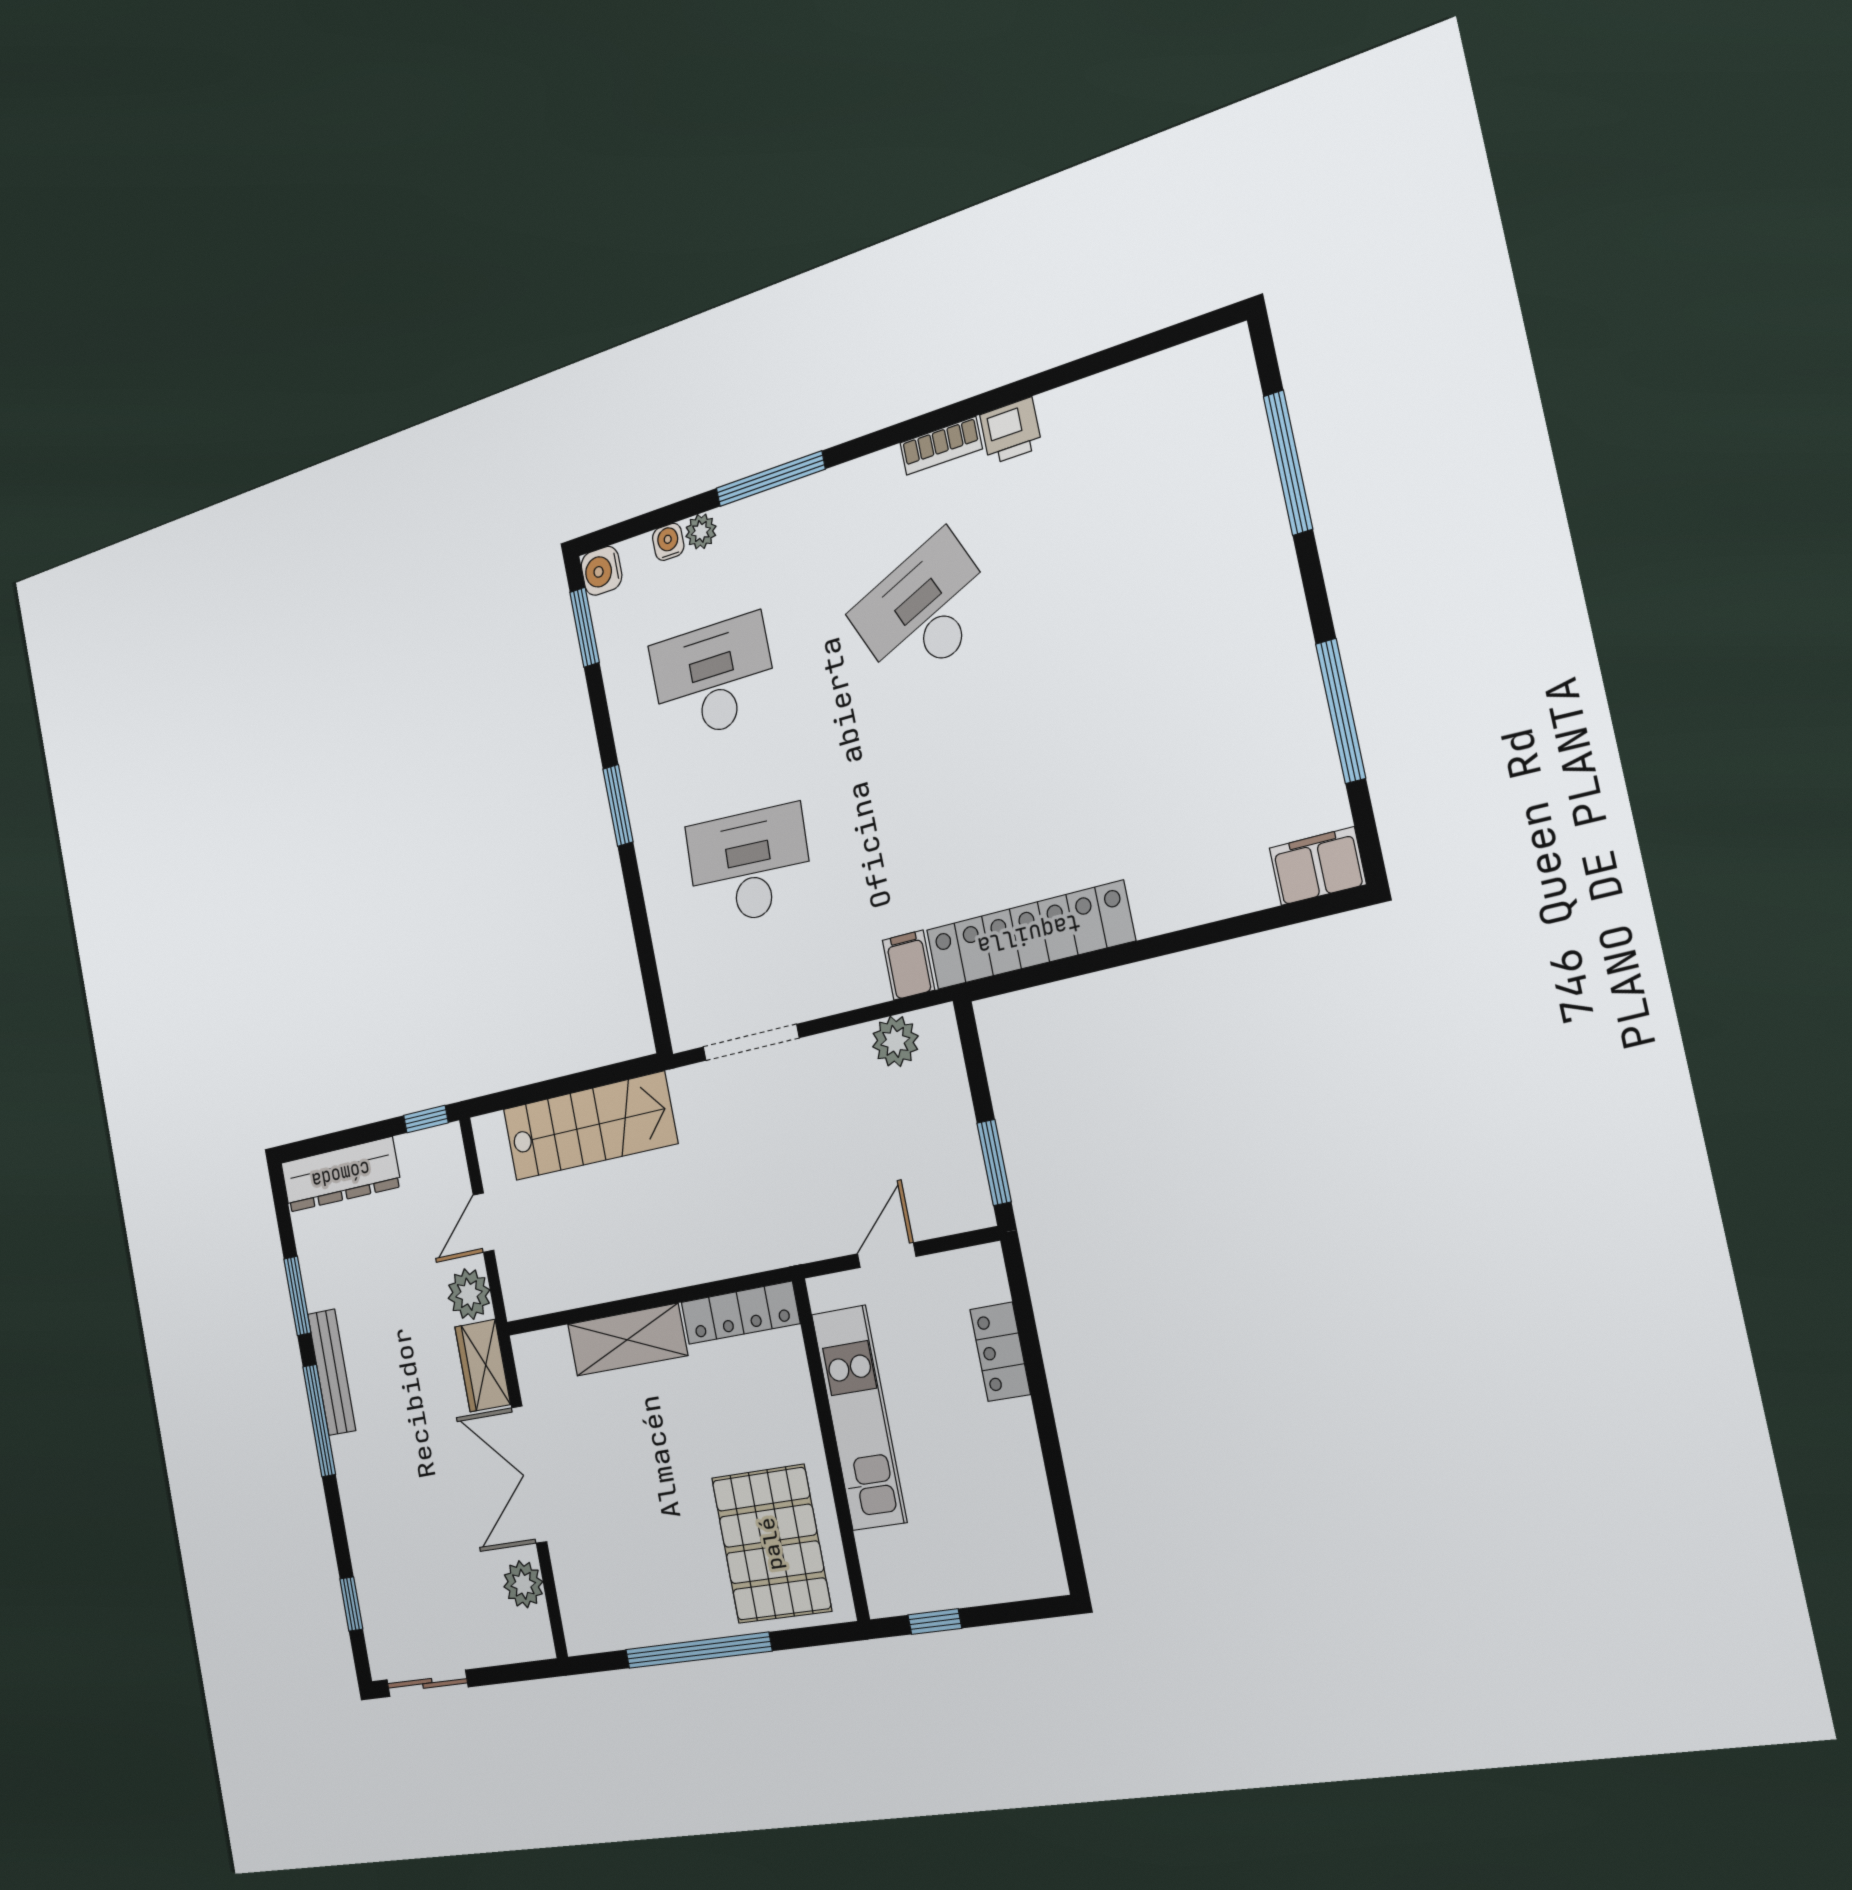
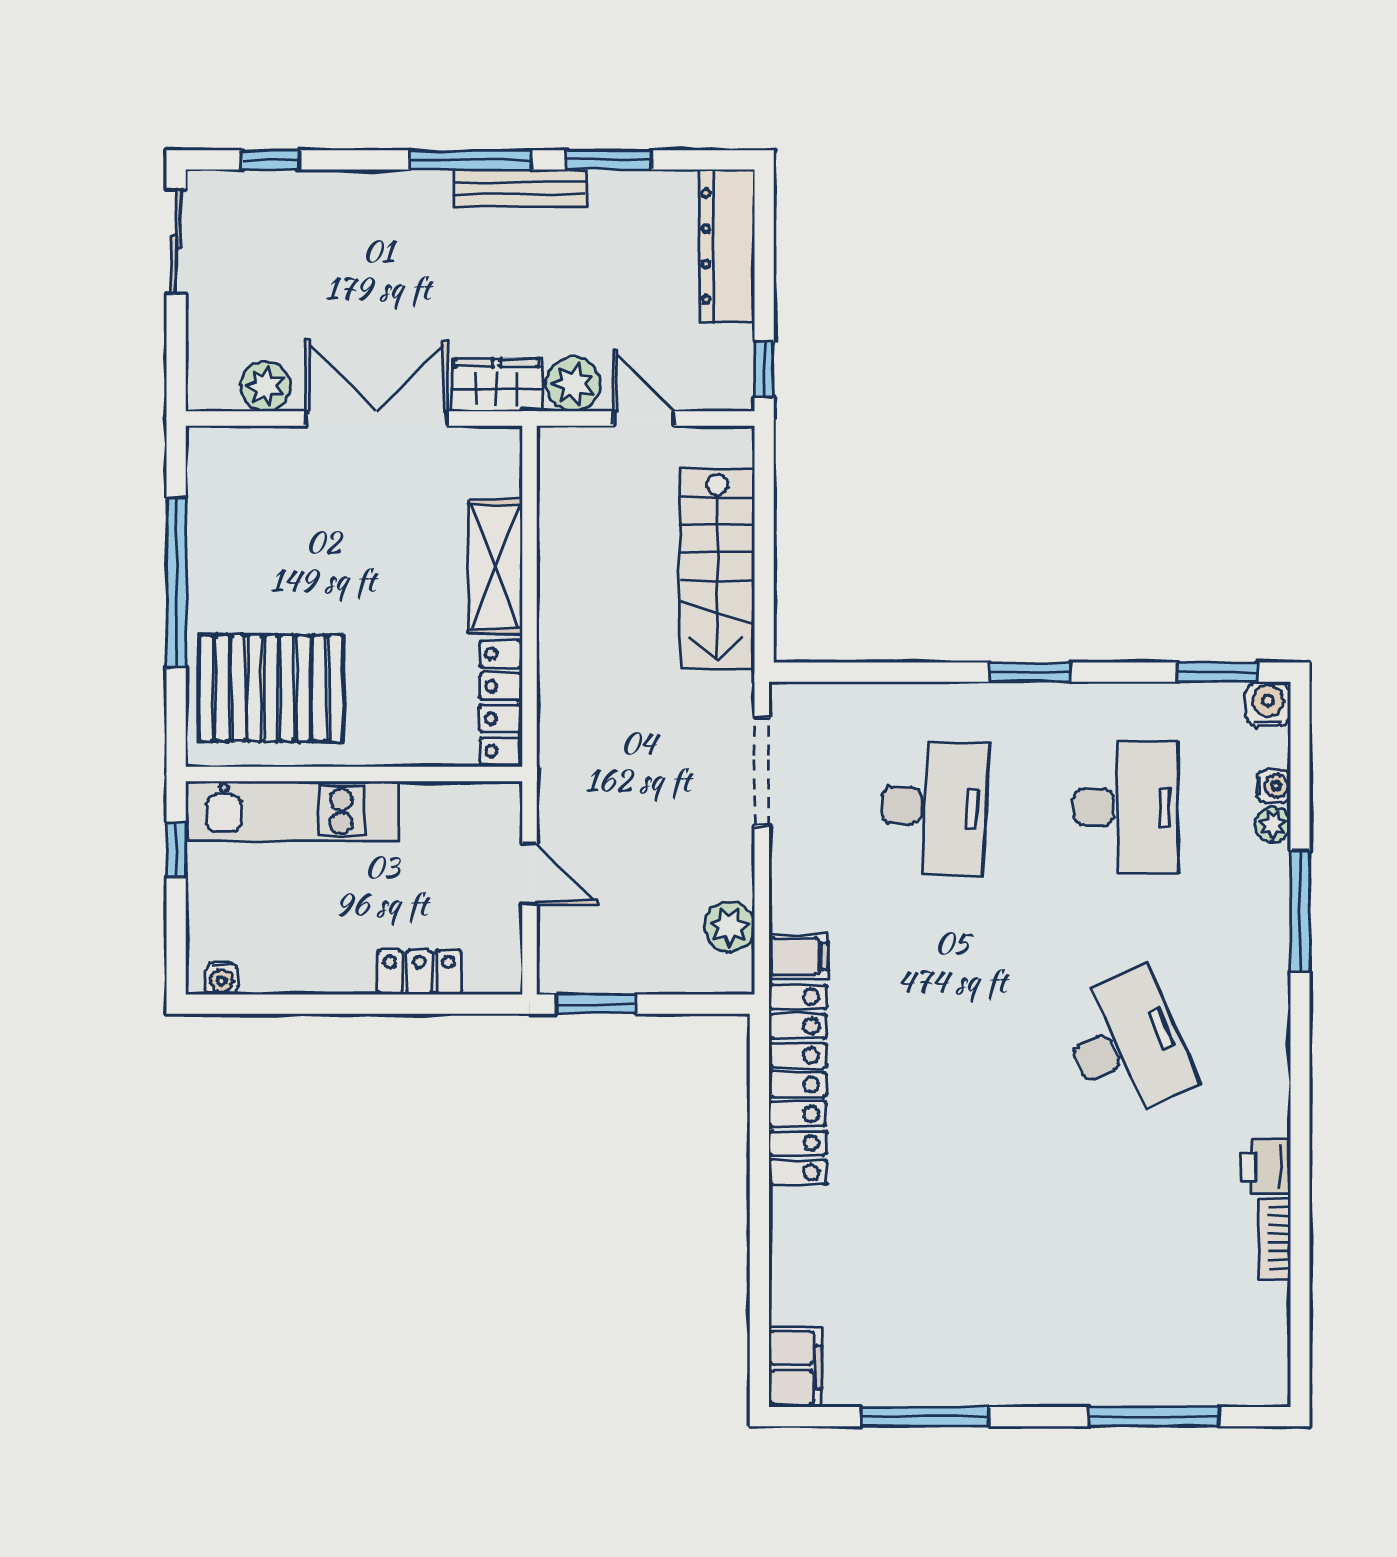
bookcase: (941, 446) -> (1274, 1238), moved
kitchen unit: (859, 1418) -> (292, 811), moved
water cooler: (1047, 1559) -> (221, 978), added

